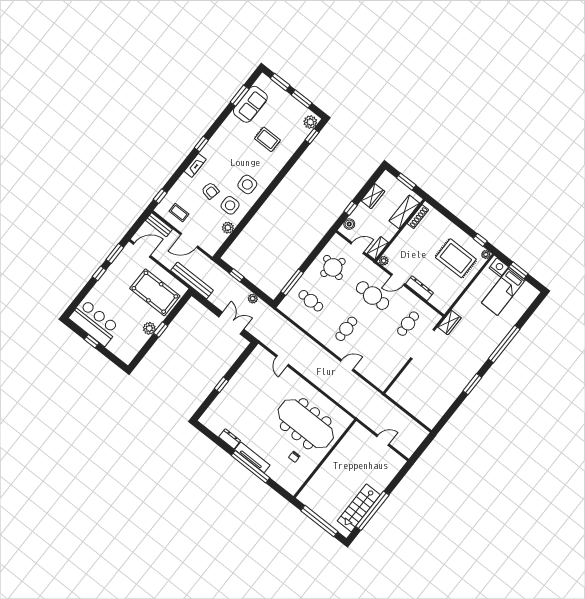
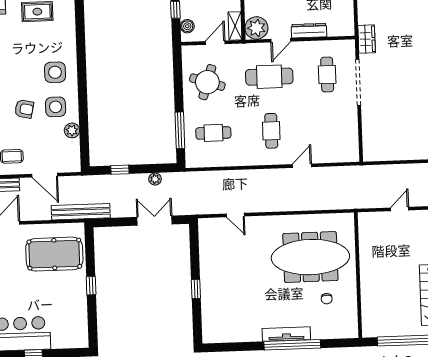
door: (189, 240) -> (45, 175), hinge flipped
plant: (384, 261) -> (256, 28), width x1.87, depth x1.87
plant: (149, 328) -> (79, 294), removed
dresser: (230, 439) -> (249, 335), removed

